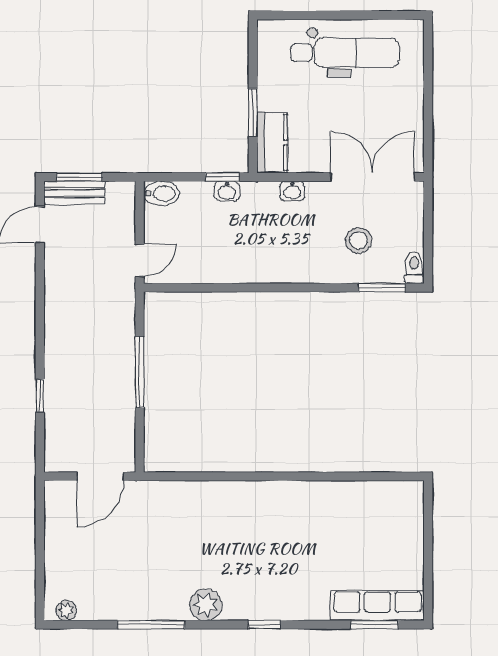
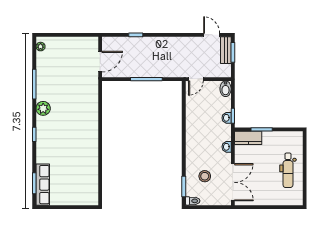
dental chair: (345, 53) -> (288, 170), width x0.73, depth x0.72
door: (140, 260) -> (196, 79), hinge flipped
door: (100, 476) -> (100, 62), swing flipped

